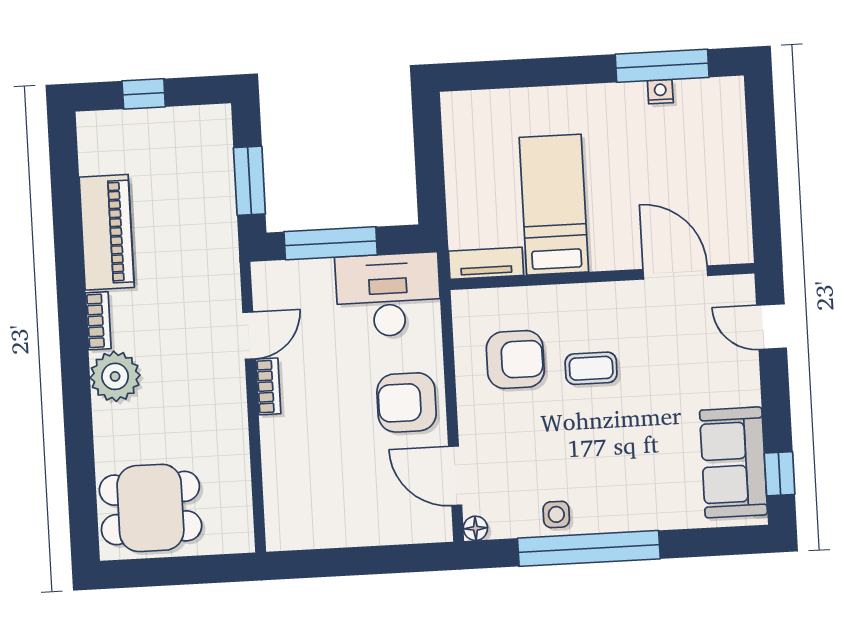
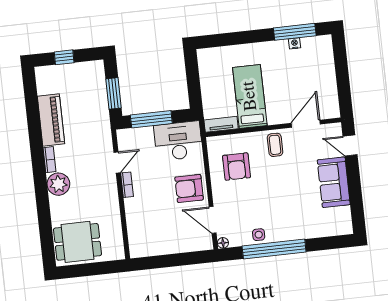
door: (675, 272) -> (306, 124), hinge flipped
armchair: (515, 359) -> (237, 167), turned 90
coffee table: (591, 368) -> (275, 145), moved, turned 90
sofa: (733, 462) -> (334, 182), moved
window: (780, 474) -> (357, 211), removed

